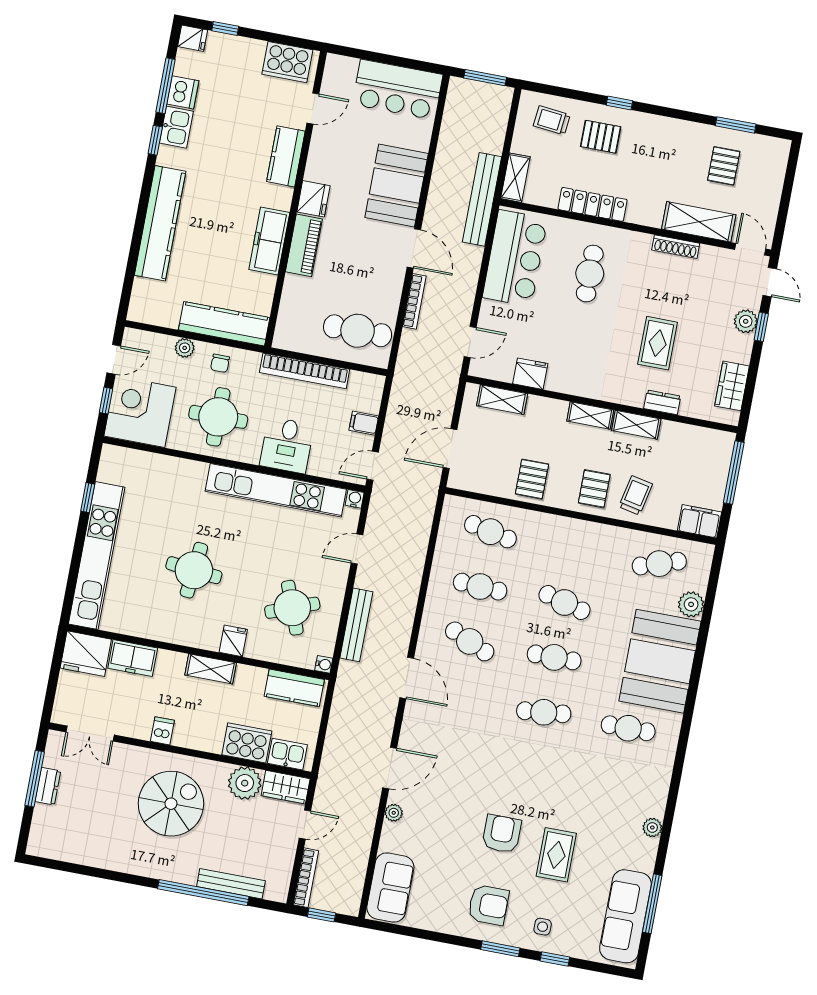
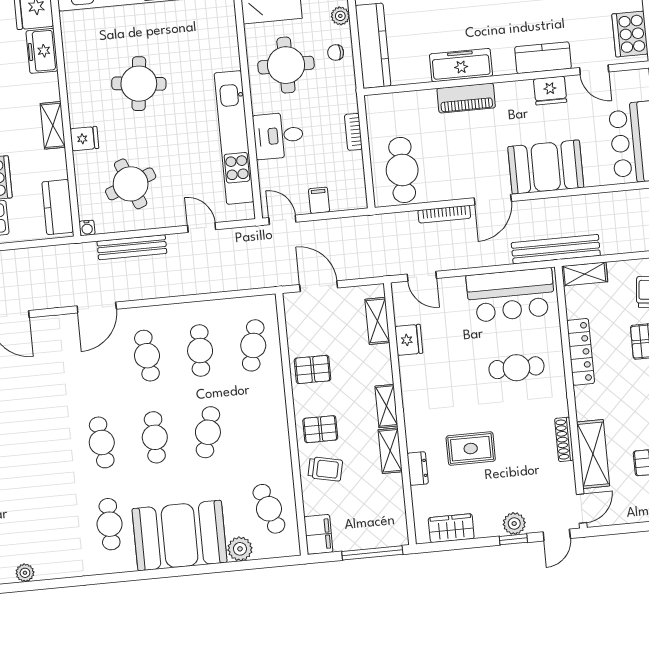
fridge: (313, 199) -> (550, 91), moved
bookcase: (305, 371) -> (353, 132), width x0.43, depth x0.76
water cooler: (355, 499) -> (247, 212), removed
cafe table: (470, 641) -> (147, 356), turned -30

